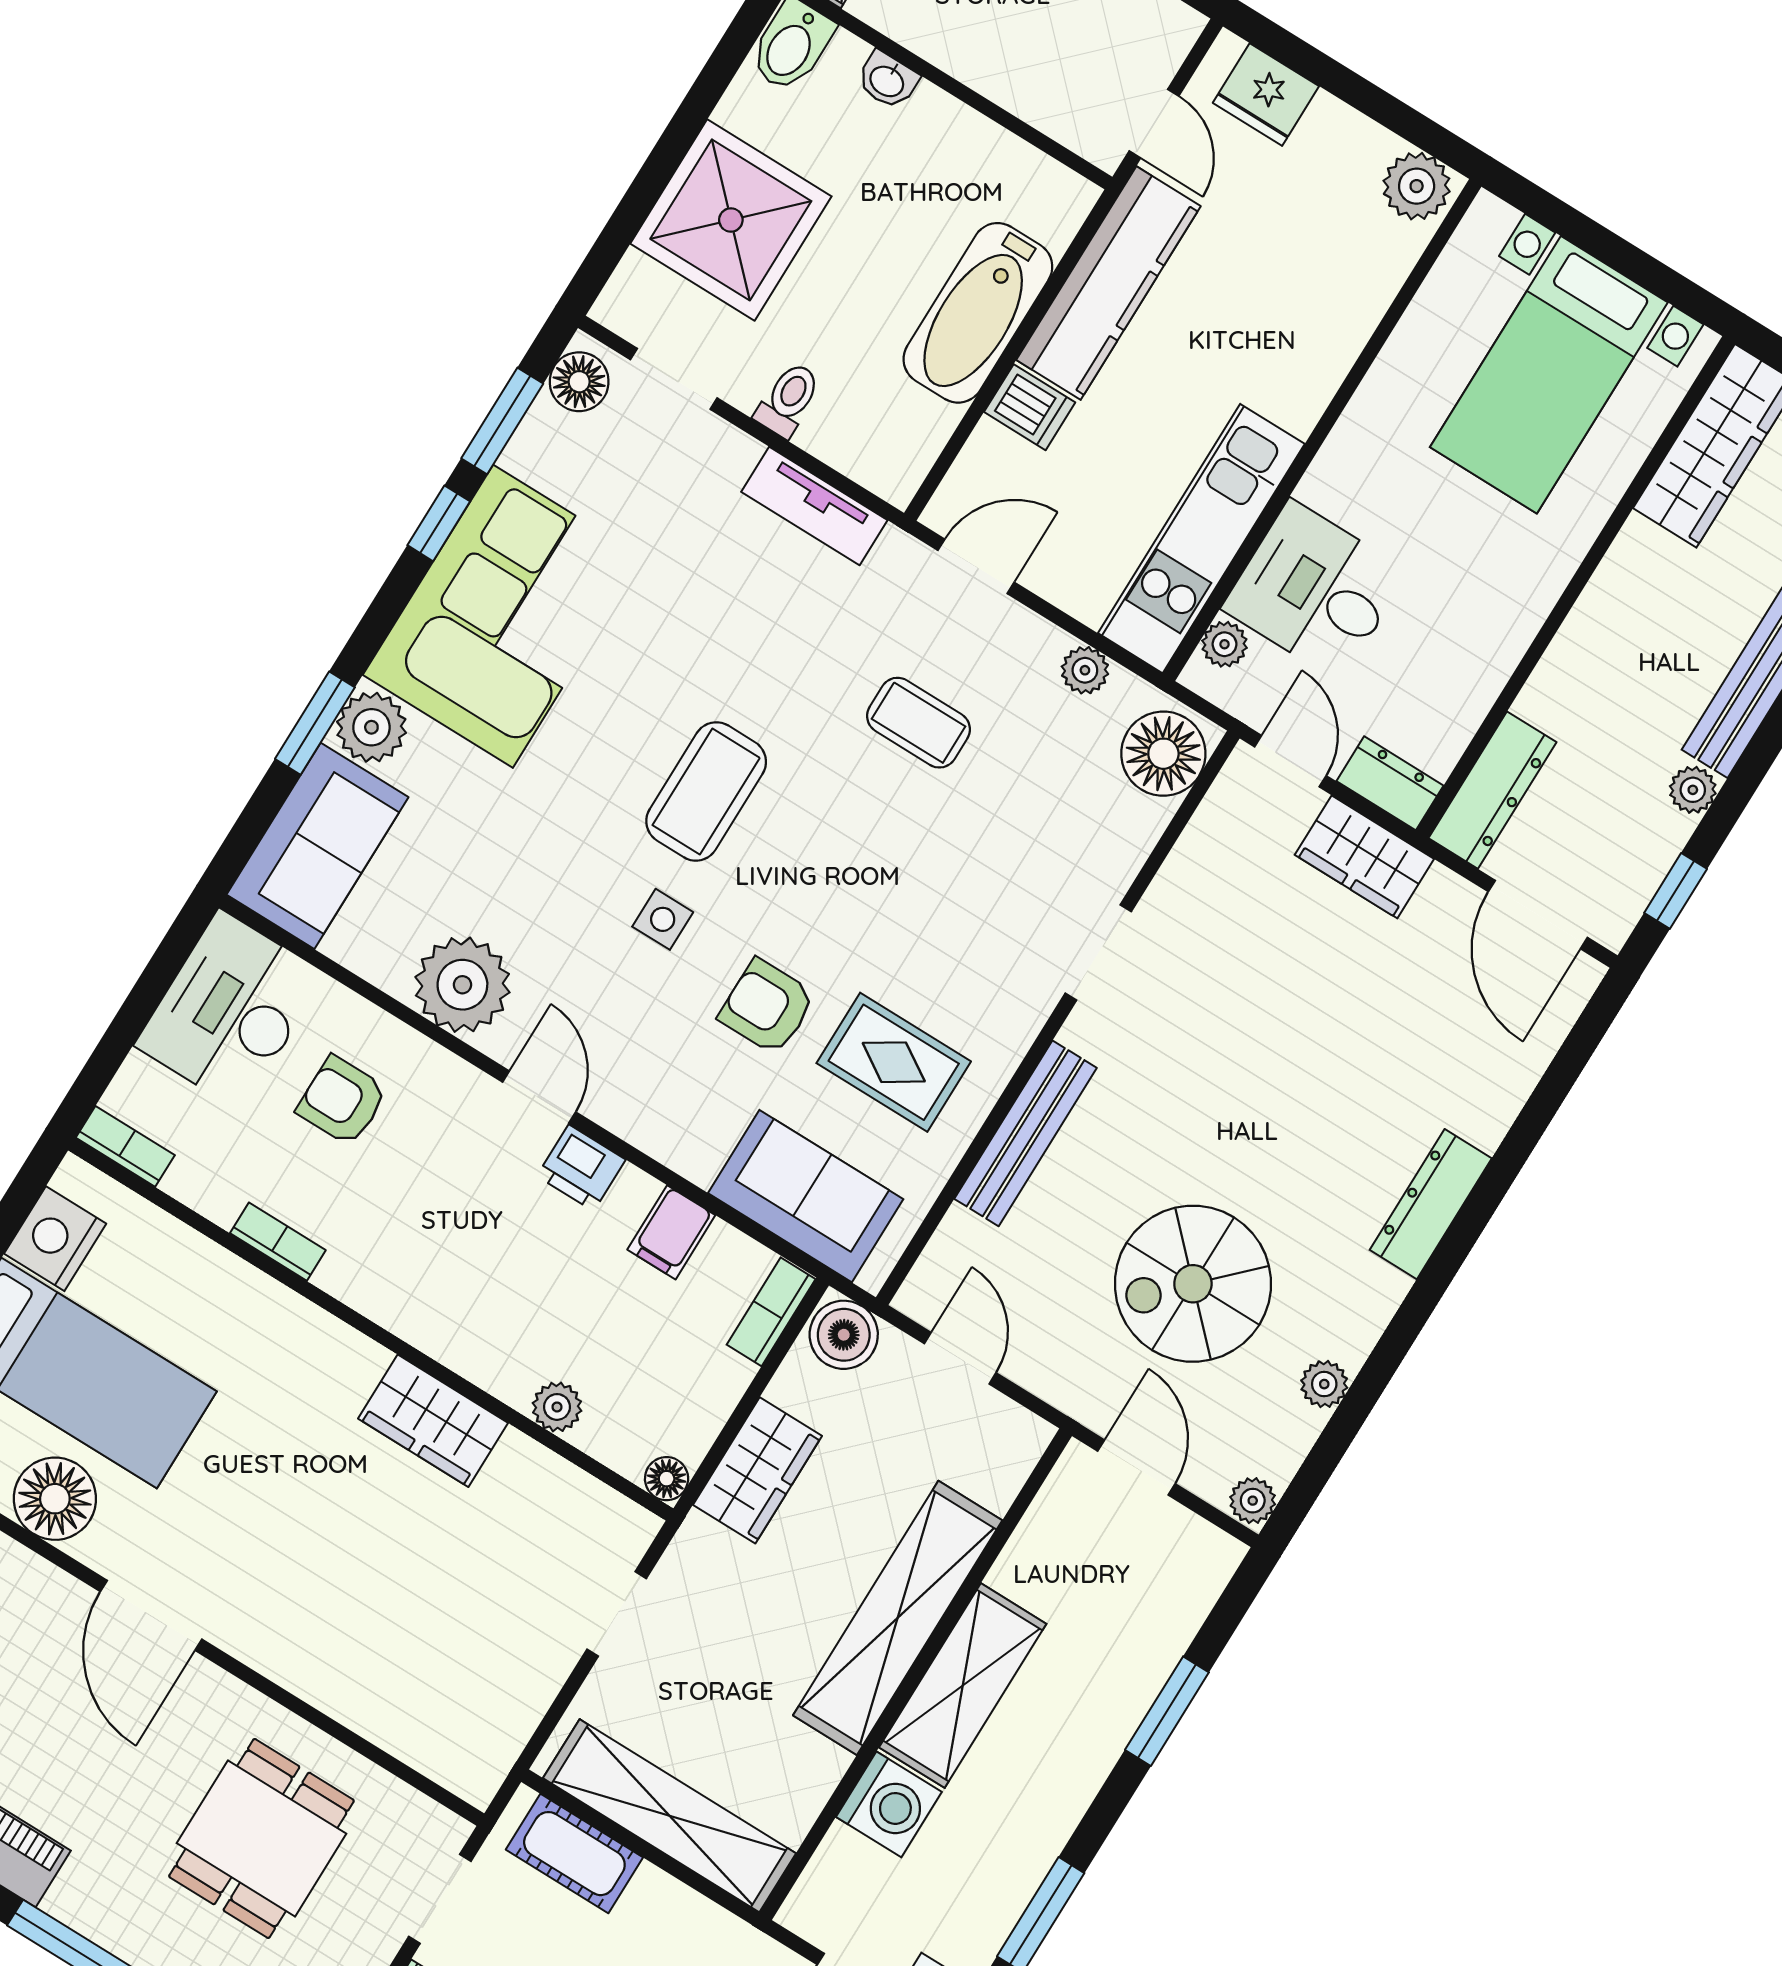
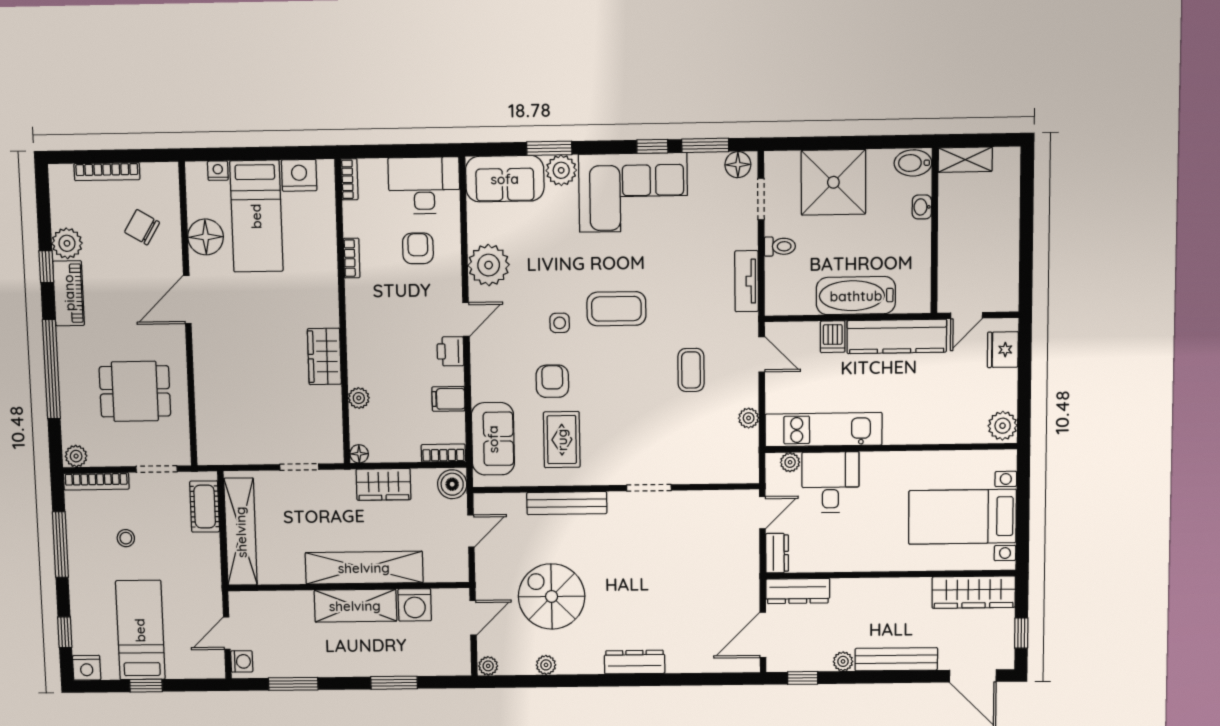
floor lamp: (1163, 754) -> (736, 465), removed
wardrobe: (1364, 857) -> (744, 561), removed
washing machine: (889, 1804) -> (415, 605), moved

